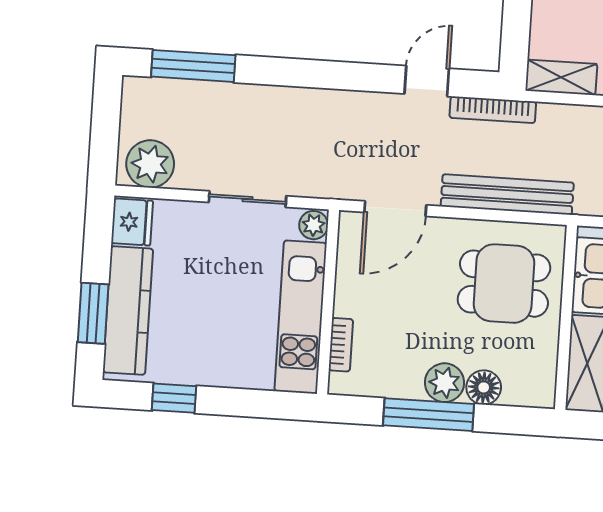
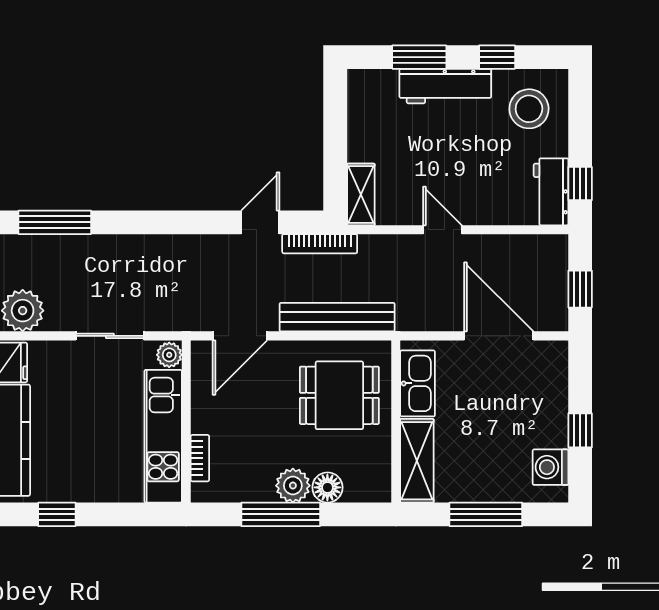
shelving: (561, 77) -> (361, 194), moved, turned 90

